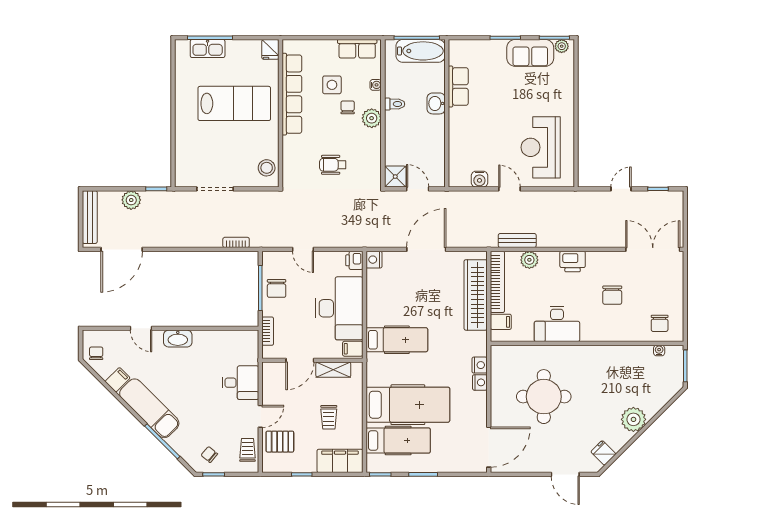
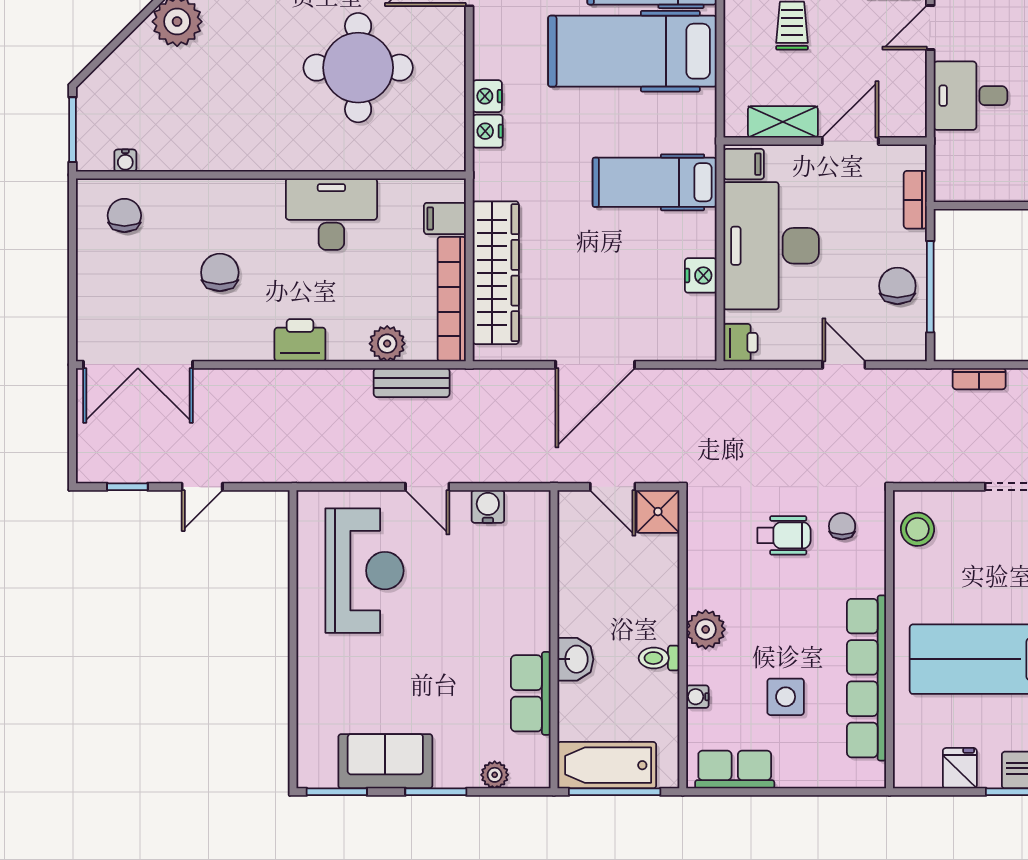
plant: (562, 46) -> (495, 775), moved
fridge: (270, 49) -> (960, 768), moved
chair: (348, 107) -> (842, 526), moved, turned 180
nightstand: (374, 260) -> (701, 275), moved

